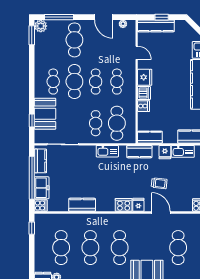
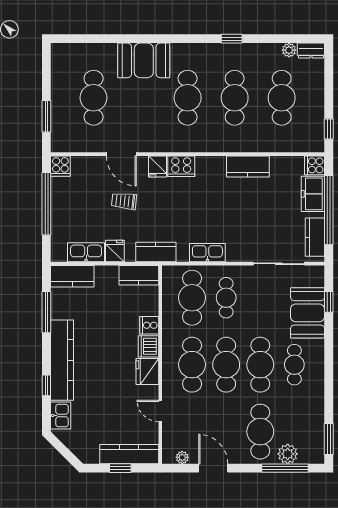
plant: (41, 26) -> (288, 454), moved
cafe table: (96, 82) -> (226, 365), width x1.37, depth x1.35
cafe table: (117, 82) -> (192, 365), width x1.37, depth x1.35

